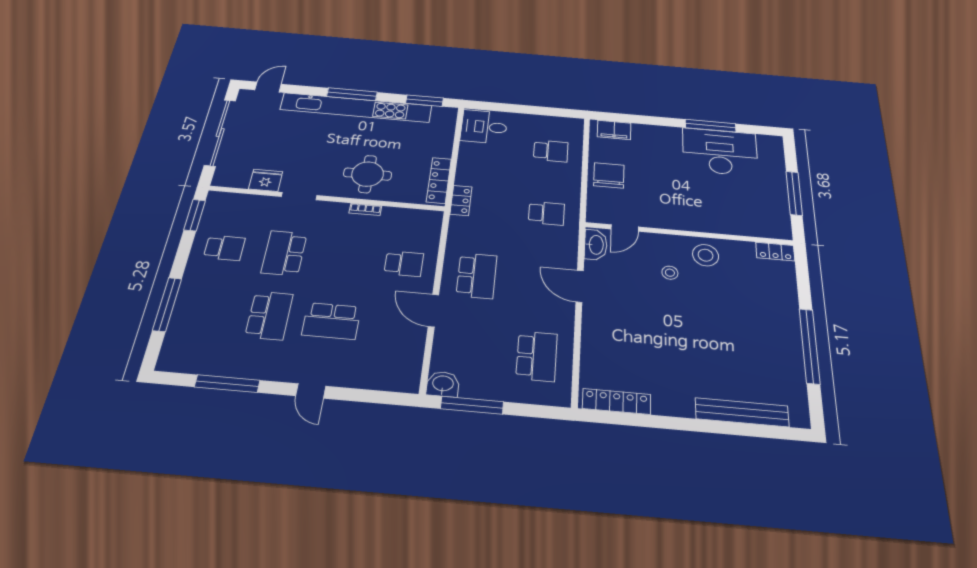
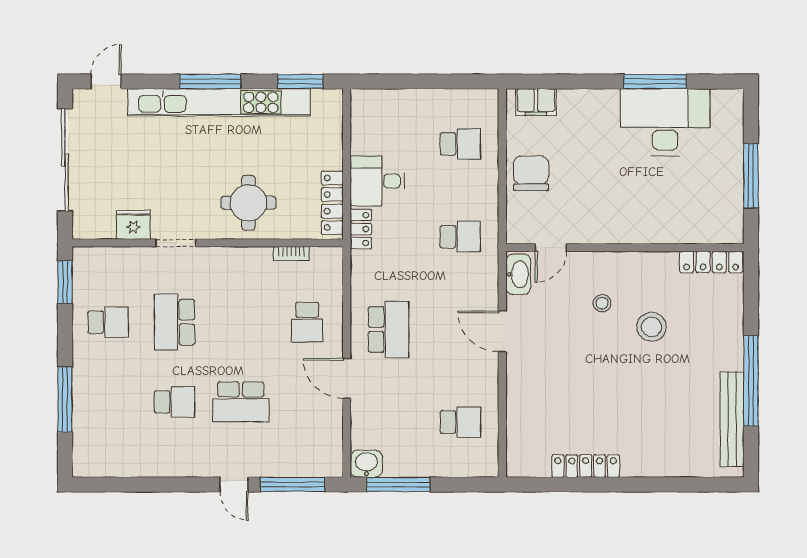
desk: (484, 127) -> (377, 181), moved
bookcase: (365, 209) -> (291, 254), moved
locker: (775, 252) -> (711, 262), width x1.53
stool: (706, 255) -> (651, 327), moved
school desk: (404, 264) -> (307, 322), turned 90
school desk: (269, 315) -> (174, 402), width x0.54
school desk: (537, 356) -> (460, 422), width x0.54
window: (227, 384) -> (293, 485), moved
locker: (617, 401) -> (586, 466), moved
bench: (742, 412) -> (732, 419), moved, turned 90

